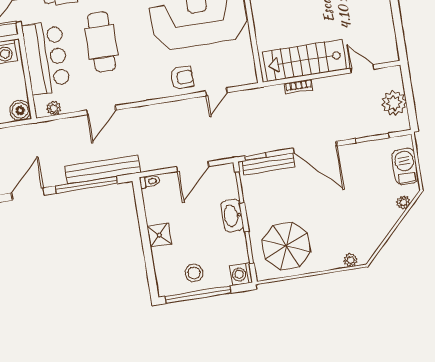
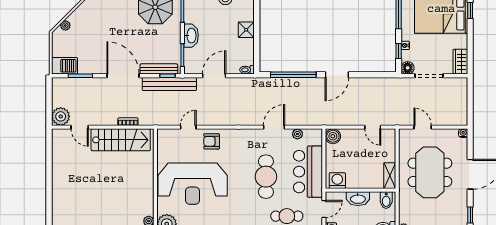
plant: (394, 103) -> (61, 116), moved
plant: (54, 108) -> (297, 134), moved
barbecue: (405, 166) -> (64, 66), moved, turned -90
bench: (103, 169) -> (169, 84), moved

